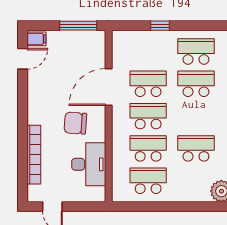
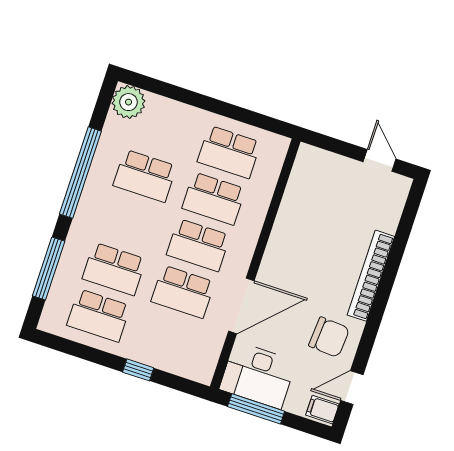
chair: (75, 123) -> (329, 337), moved
bookcase: (34, 155) -> (371, 276), moved
desk: (89, 164) -> (258, 375), moved, turned -90

